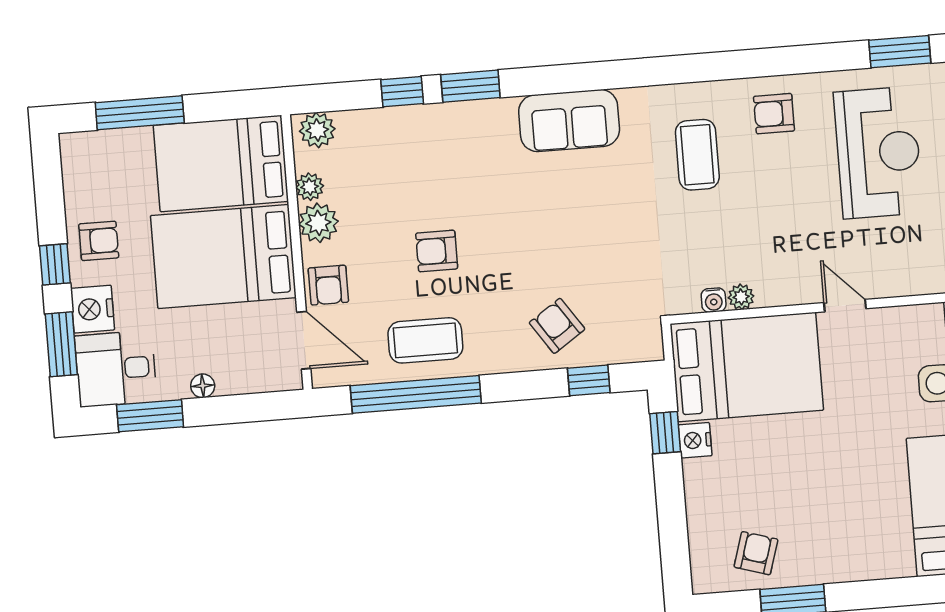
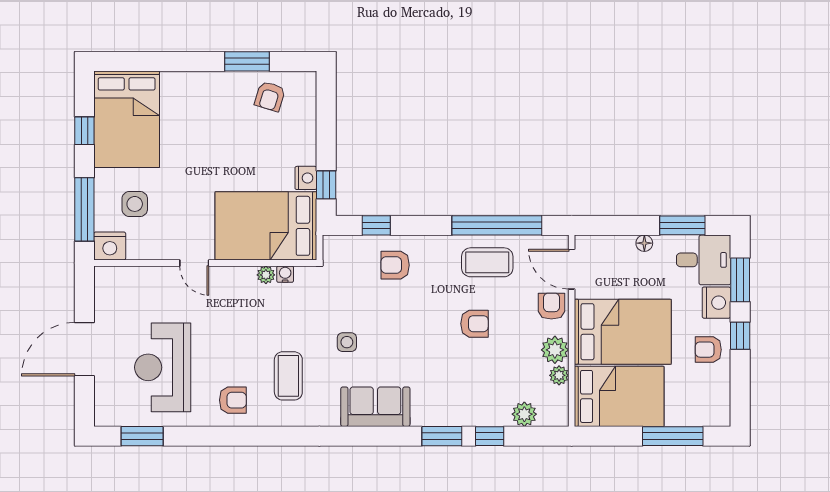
plant: (317, 130) -> (524, 414), moved
side table: (617, 210) -> (347, 342), added
armchair: (557, 326) -> (395, 265), turned 124

